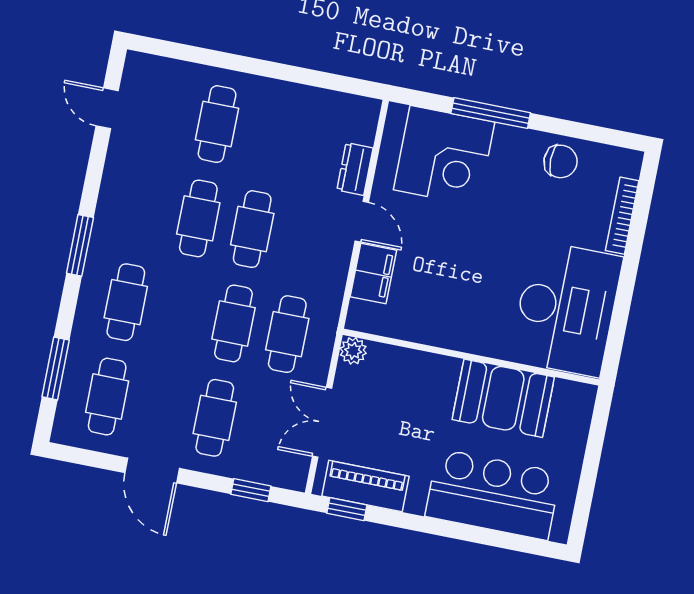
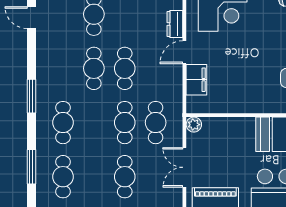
door: (362, 222) -> (184, 52), swing flipped

